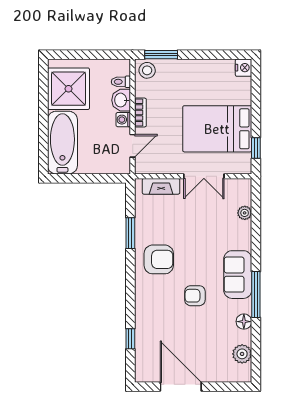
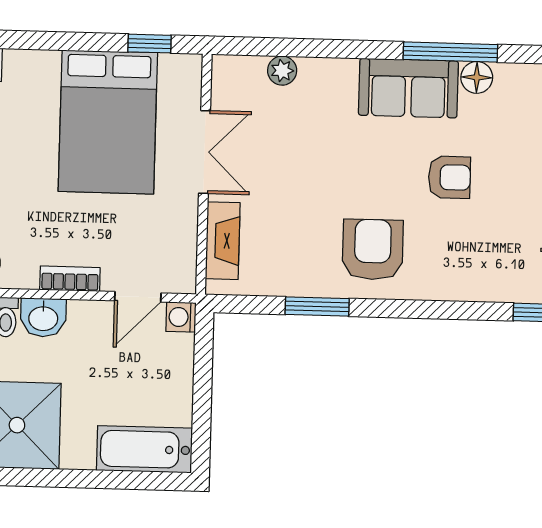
washing machine: (123, 120) -> (181, 317), moved, turned 90
bathtub: (62, 143) -> (144, 449), width x0.73, depth x0.73
door: (133, 146) -> (138, 297), swing flipped
armchair: (195, 296) -> (449, 177), turned -90
floor lamp: (244, 322) -> (477, 77), moved

